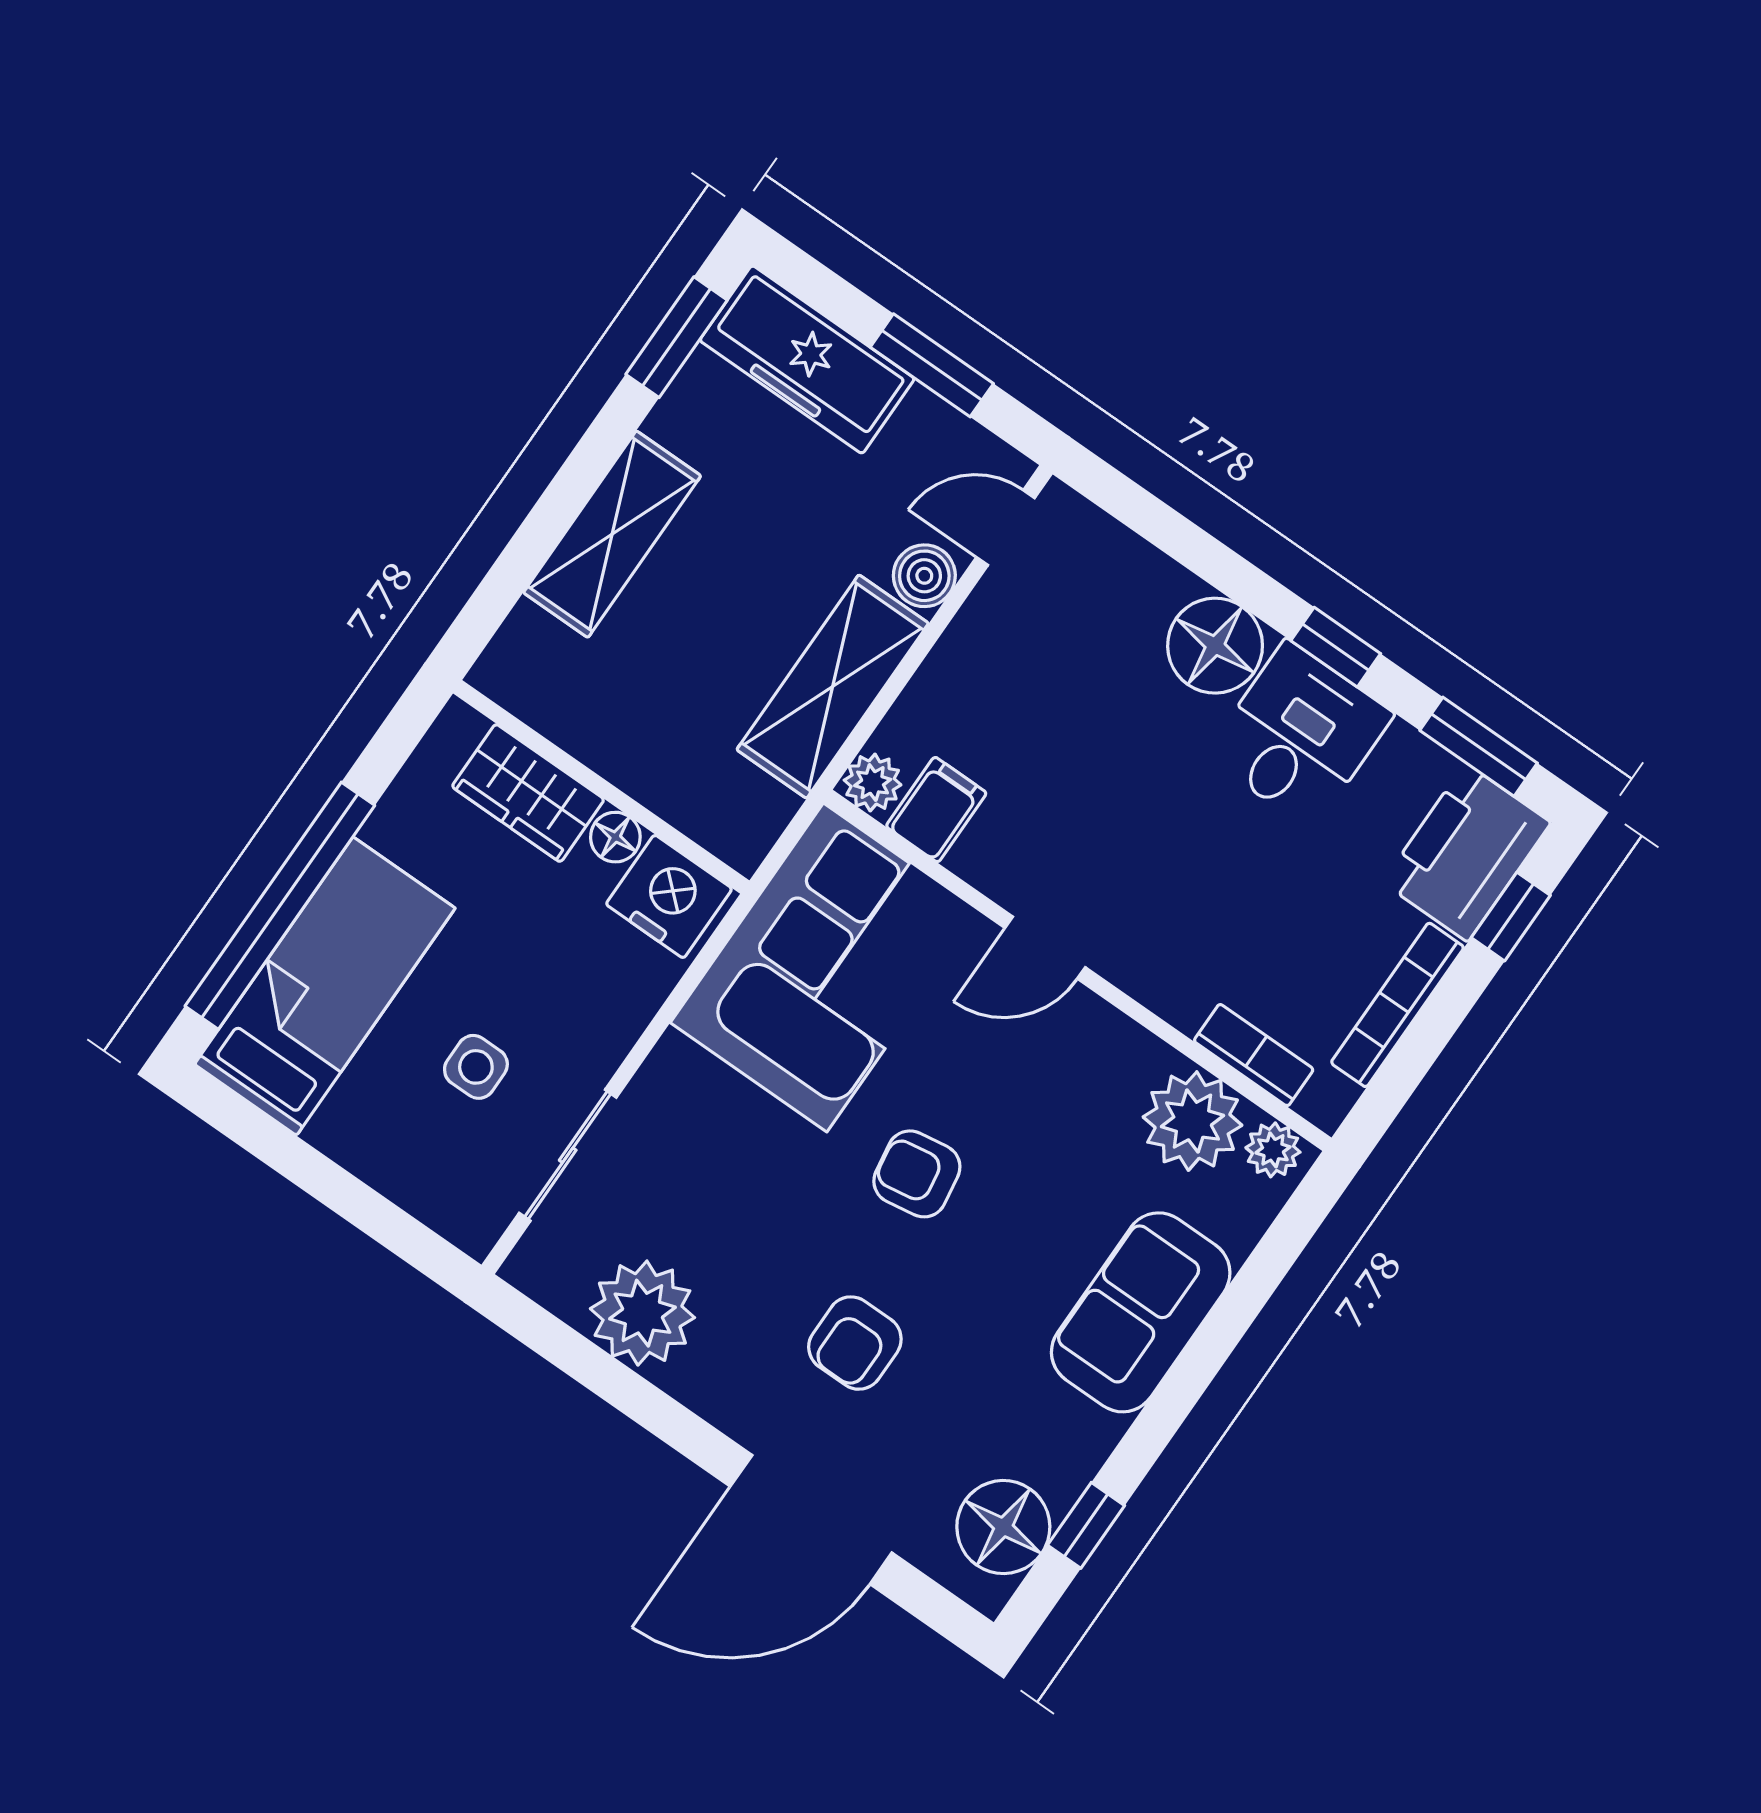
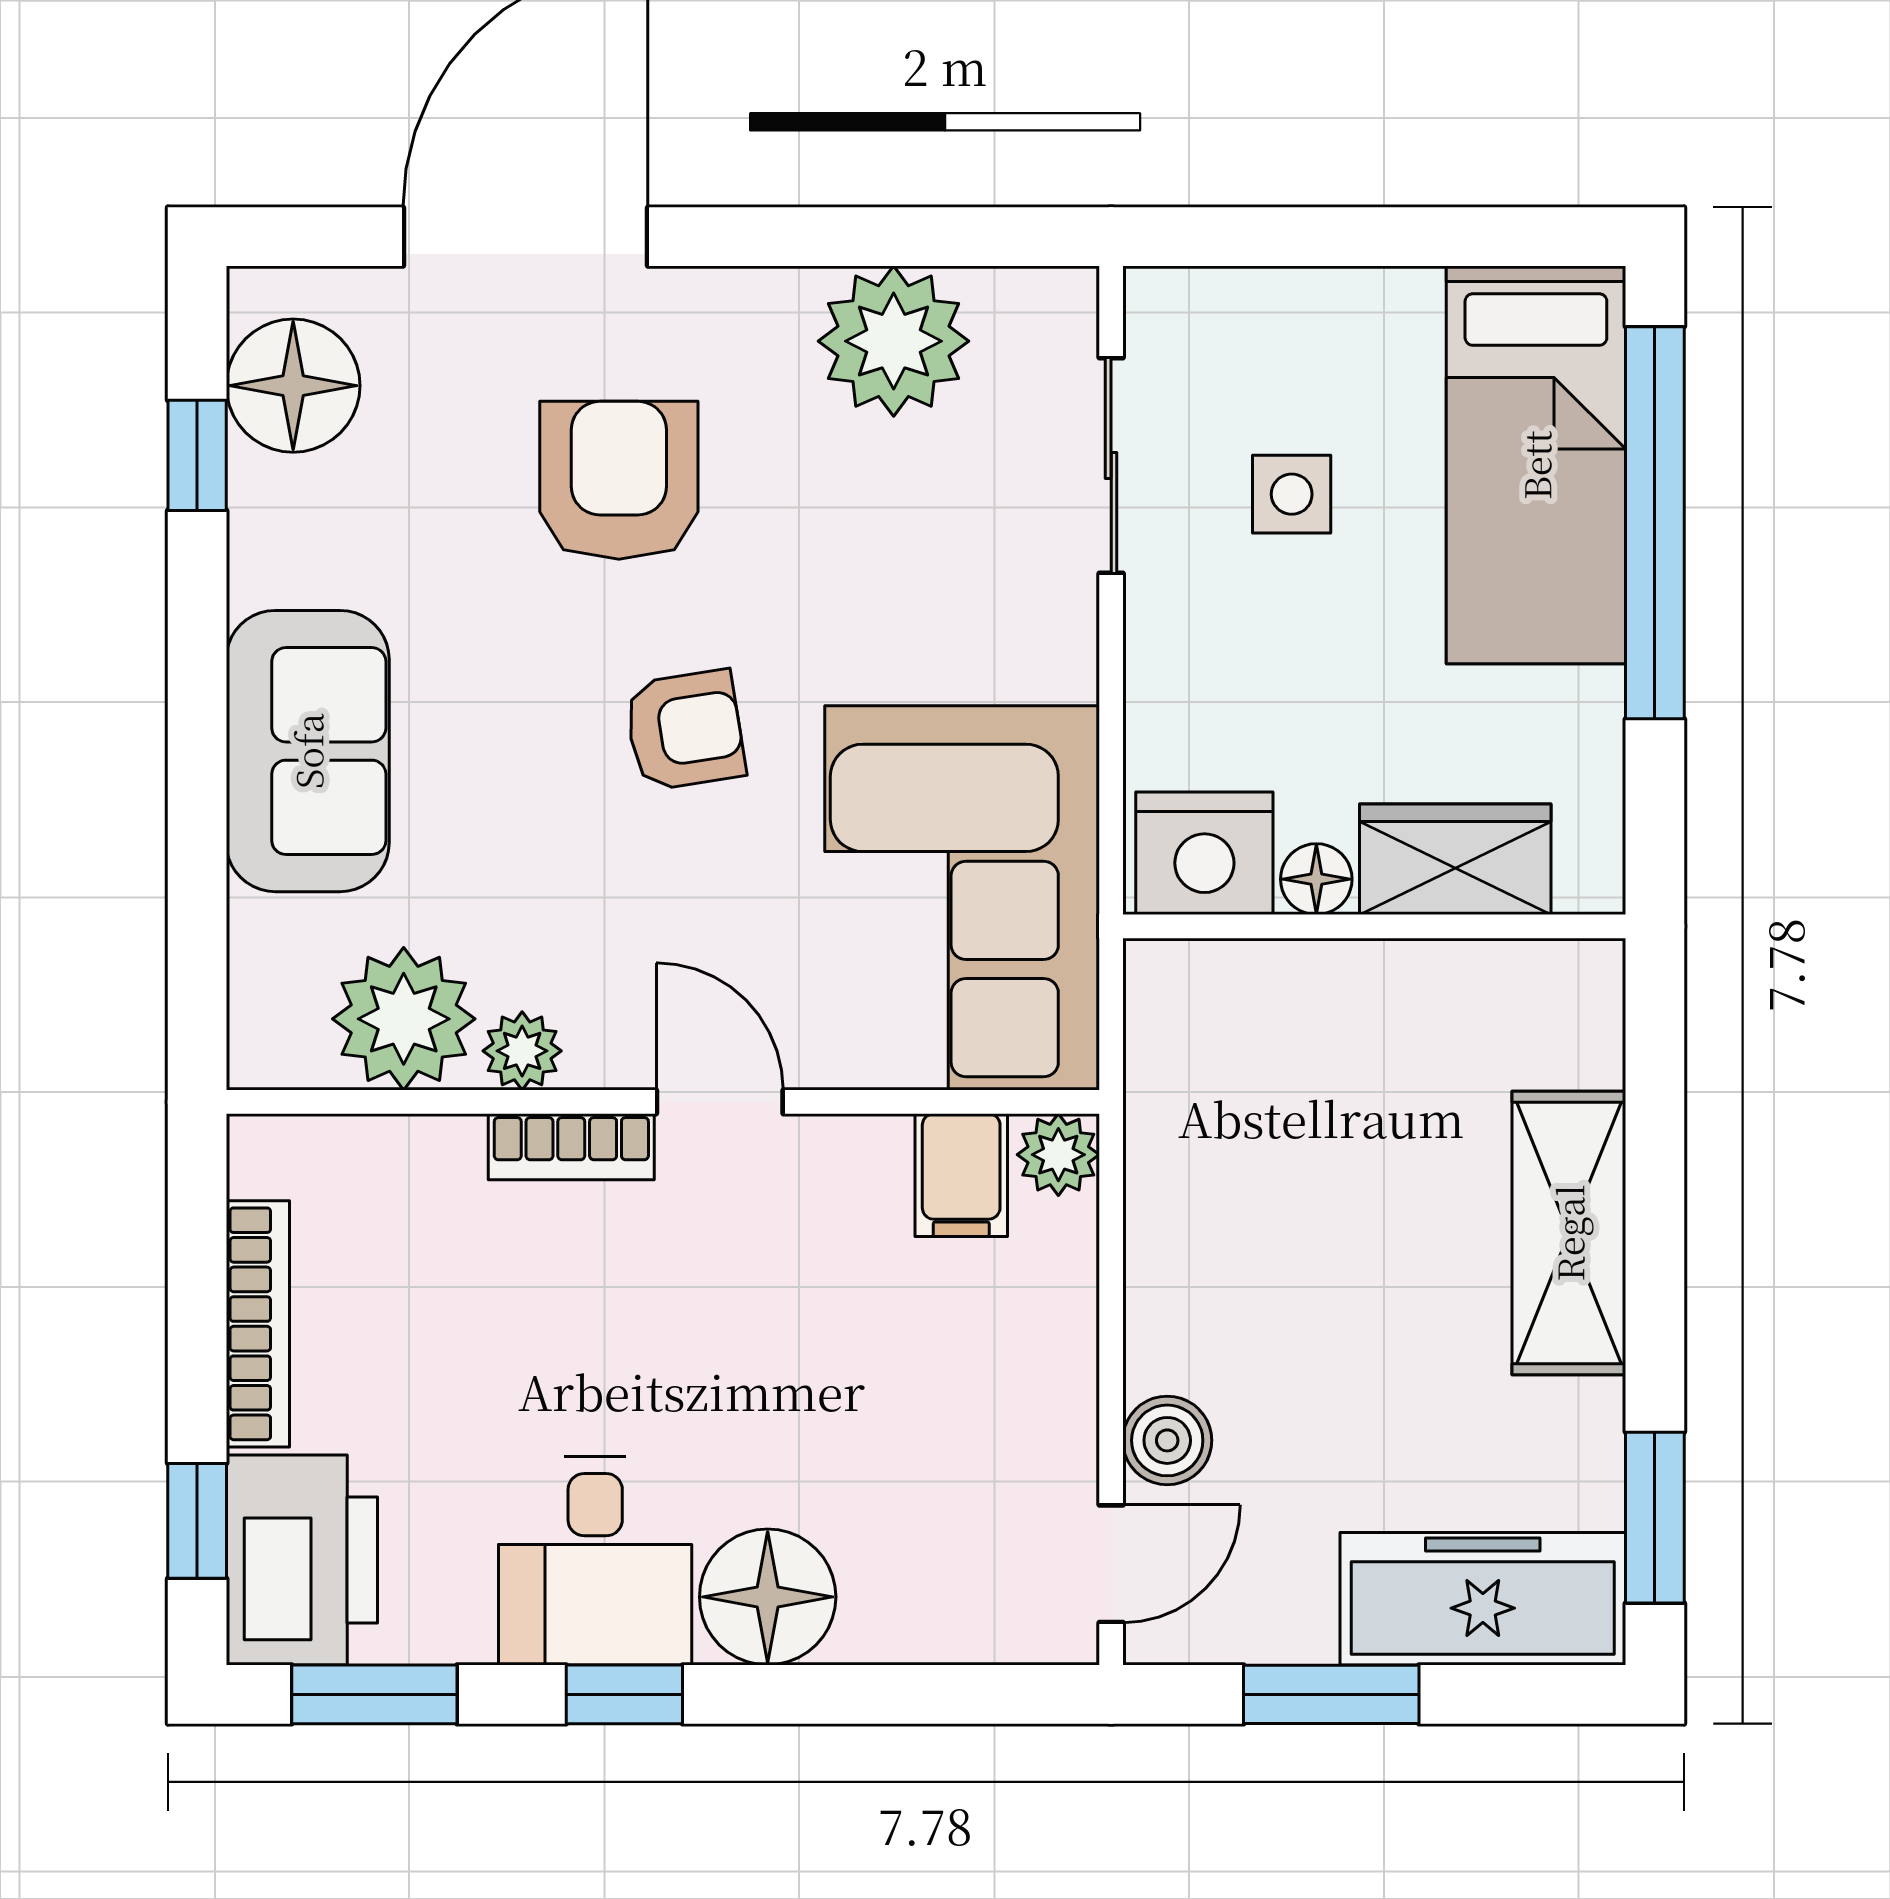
shelving: (833, 687) -> (1184, 1235), removed
door: (1045, 948) -> (720, 1102), hinge flipped
bookcase: (1254, 1055) -> (571, 1147), moved
plant: (1273, 1150) -> (522, 1051), moved
armchair: (855, 1343) -> (619, 480), width x1.38, depth x1.38

